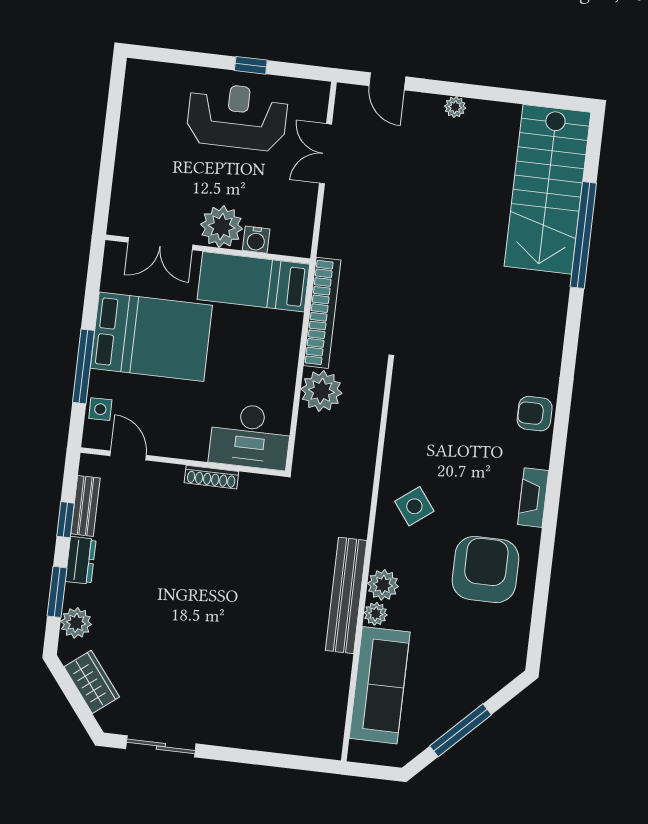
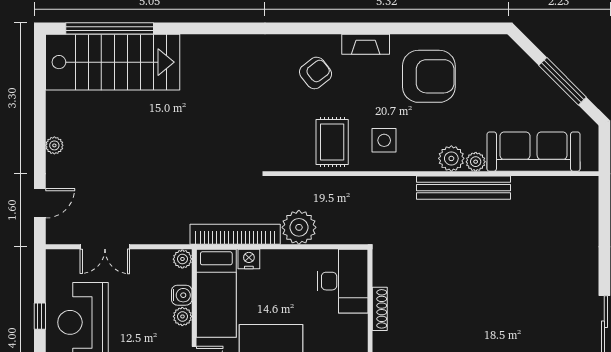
plant: (221, 227) -> (182, 316), width x0.53, depth x0.53
window: (583, 235) -> (110, 28), moved
plant: (300, 246) -> (182, 259), added
nightstand: (290, 326) -> (249, 259), added
armchair: (535, 414) -> (316, 73), moved, turned -128
rug: (420, 443) -> (332, 142), added
side table: (414, 506) -> (384, 140), turned 37
armchair: (485, 569) -> (429, 76), turned 180

